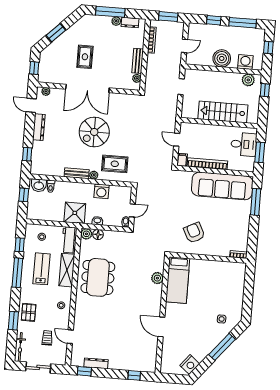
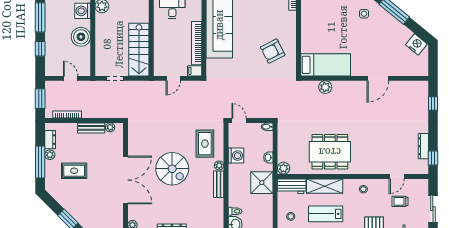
rug: (85, 57) -> (74, 171), moved
stairs: (223, 112) -> (139, 50), moved
door: (132, 210) -> (239, 120), moved
floor lamp: (98, 234) -> (283, 155), removed

